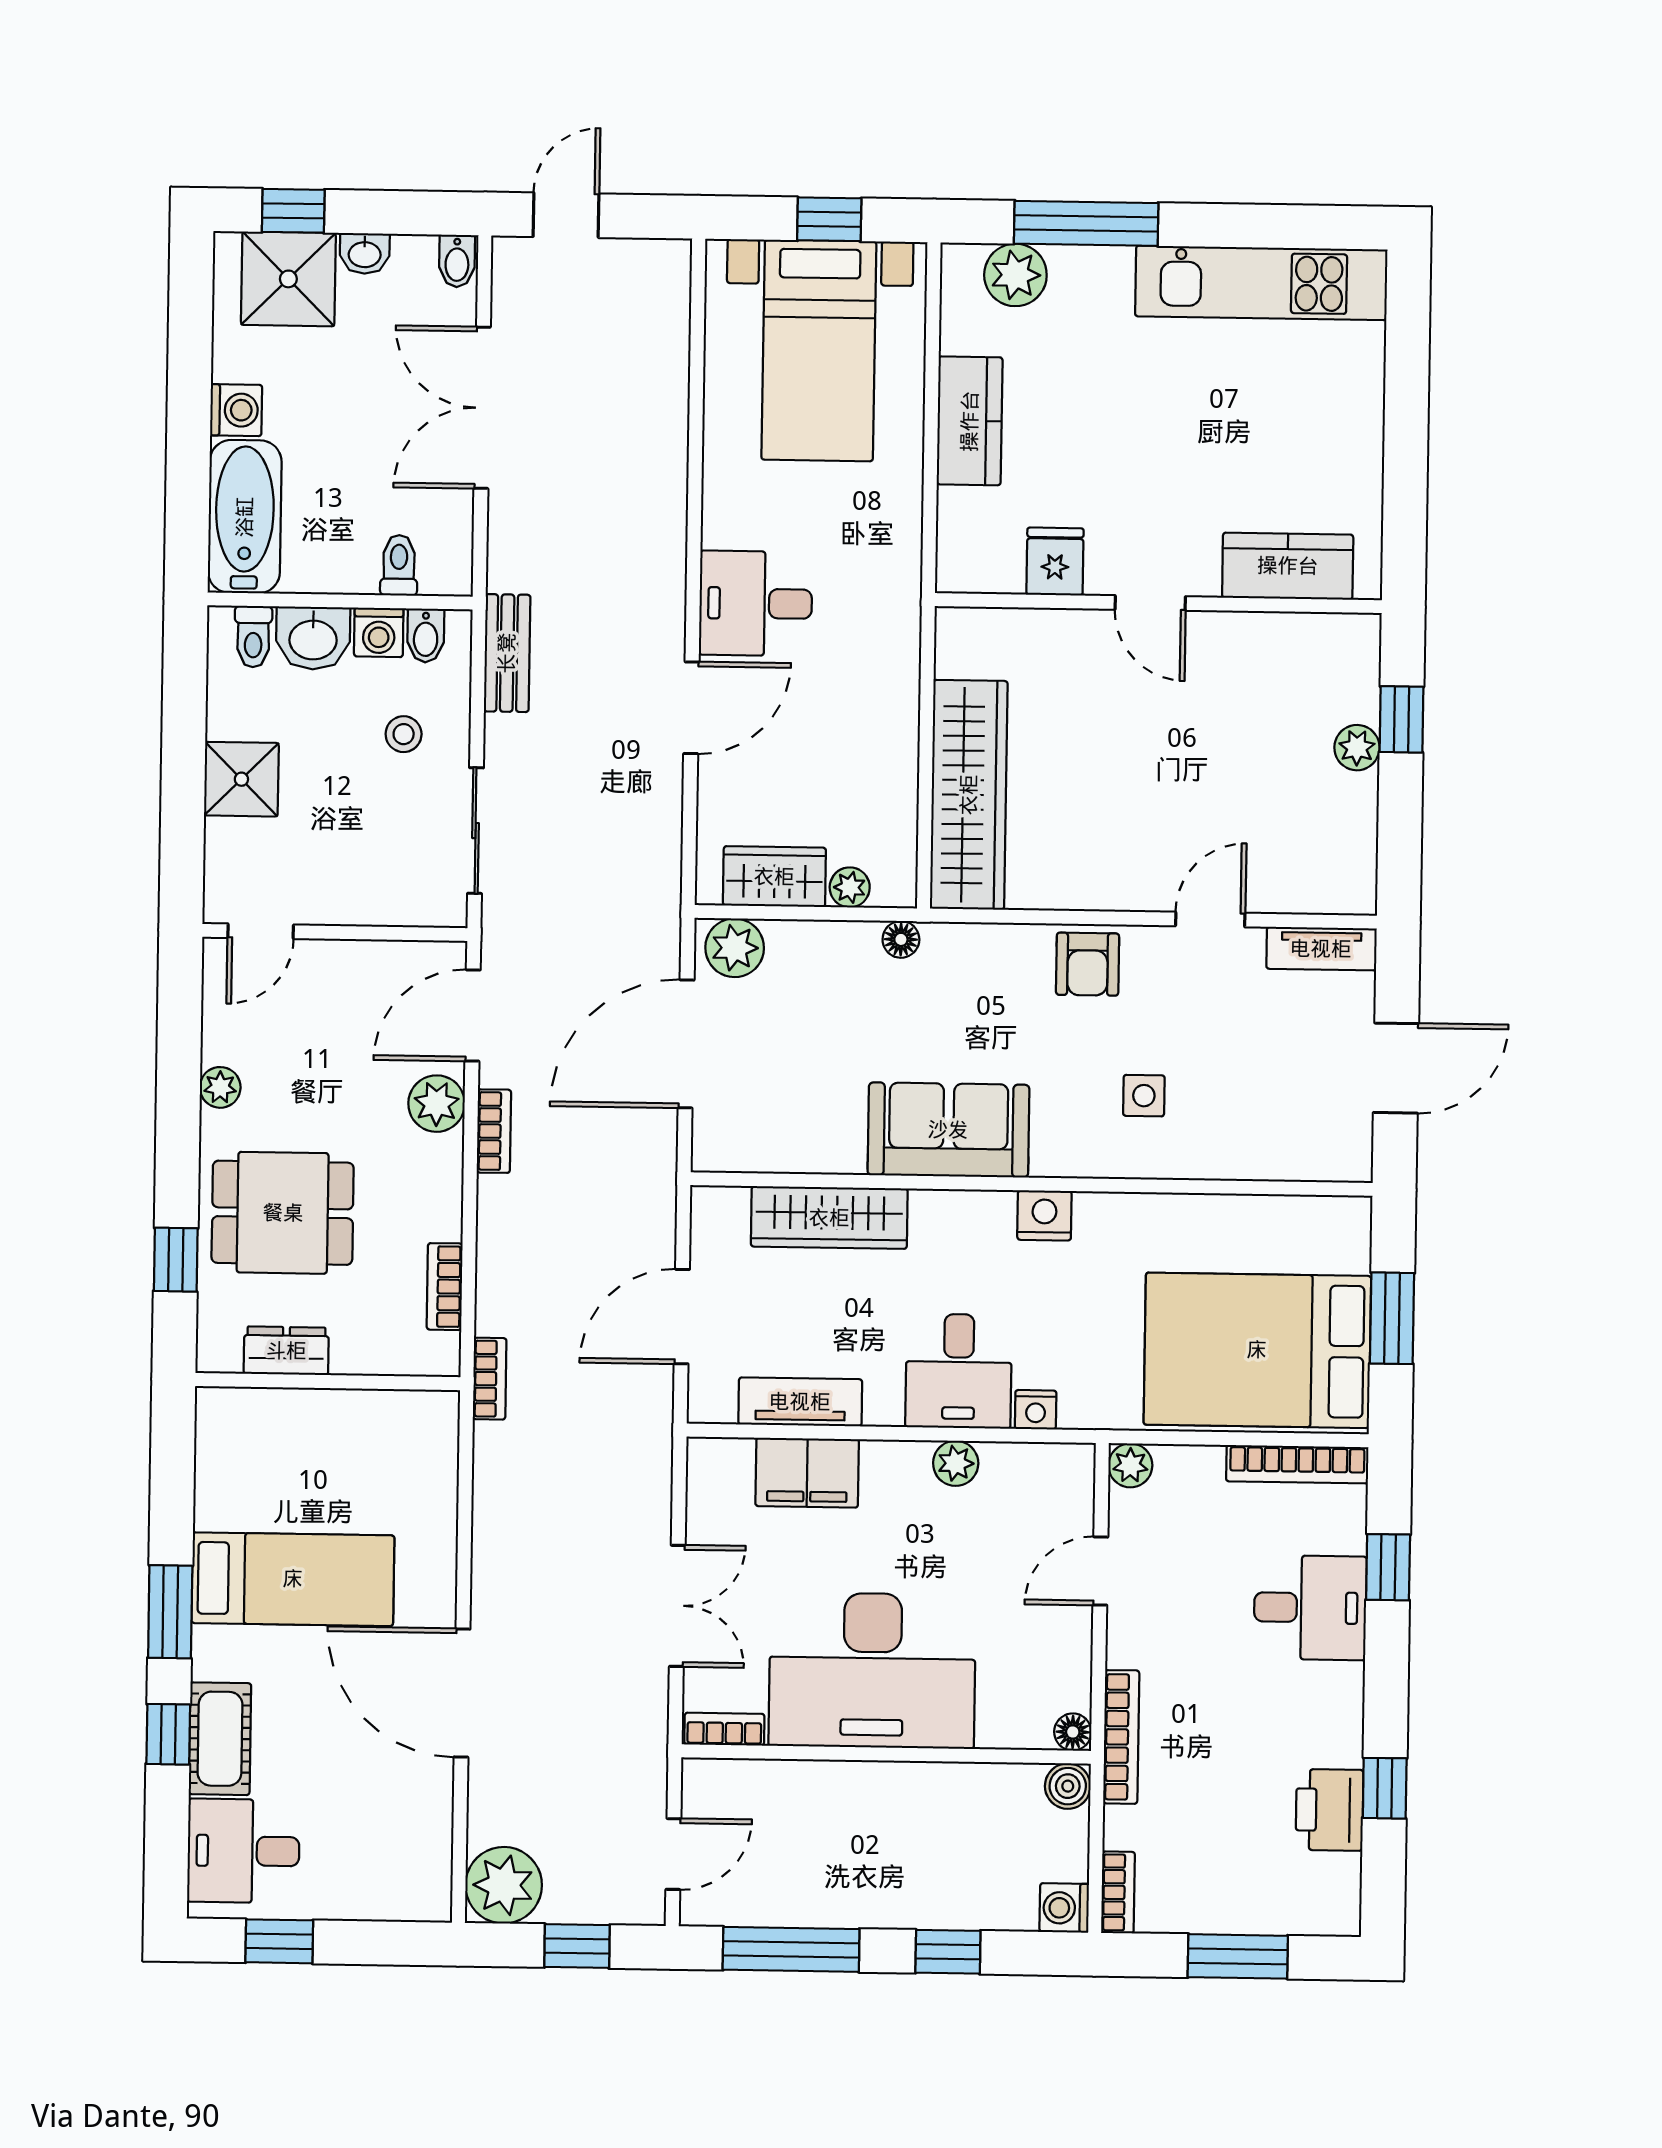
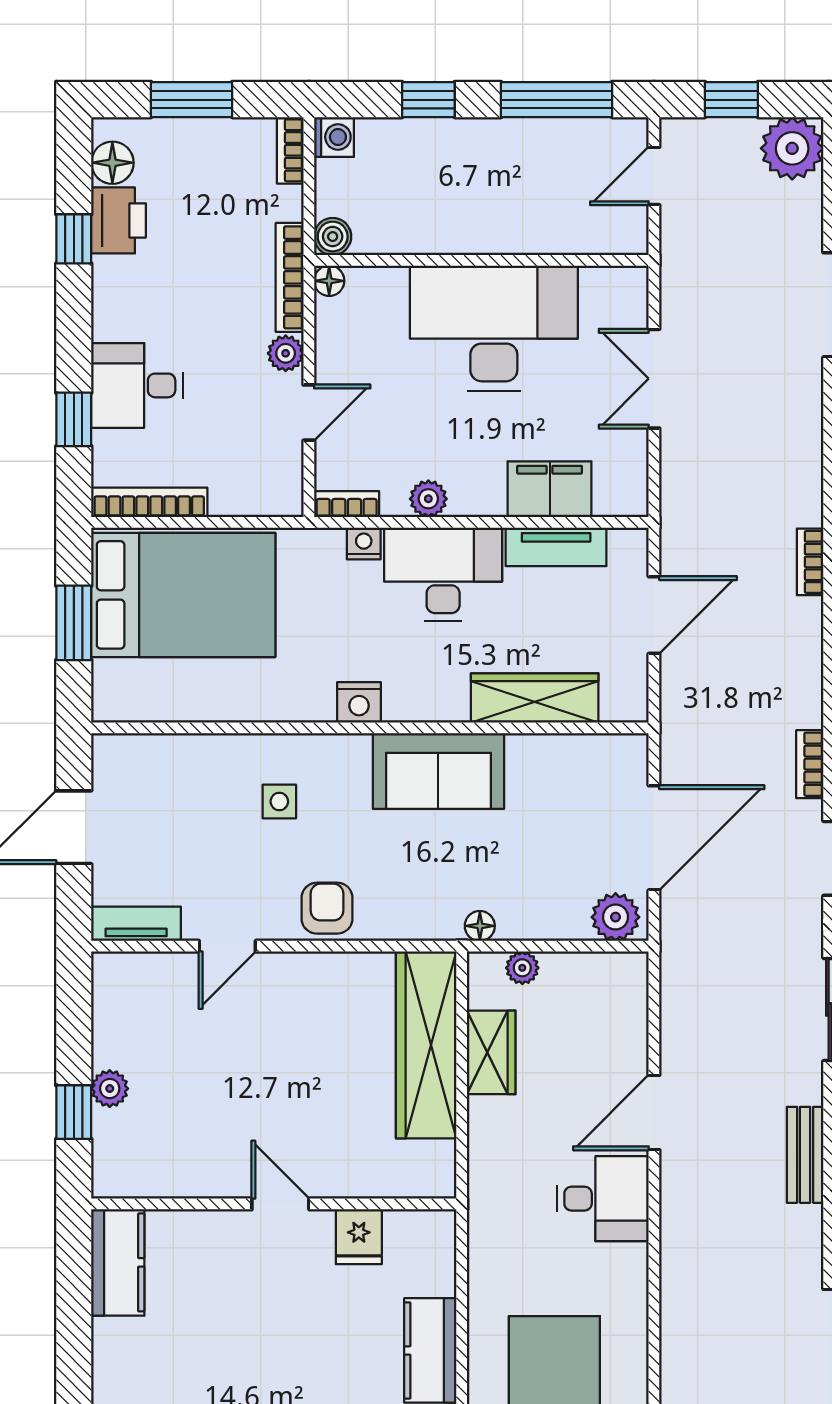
kitchen counter: (1288, 566) -> (118, 1262), moved, turned -90
wardrobe: (774, 877) -> (491, 1052), moved, turned -90
desk: (959, 1371) -> (443, 574), width x1.37
plant: (1130, 1465) -> (286, 353), moved
bookcase: (724, 1729) -> (347, 504), moved, turned 180
floor lamp: (1336, 1881) -> (112, 163), added

